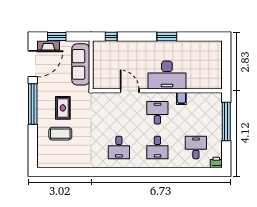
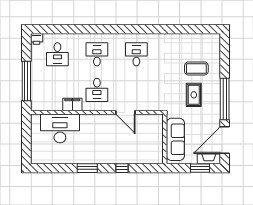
window: (111, 36) -> (122, 168), moved
desk: (167, 75) -> (60, 128), moved
filing cabinet: (181, 99) -> (72, 104), width x2.00

